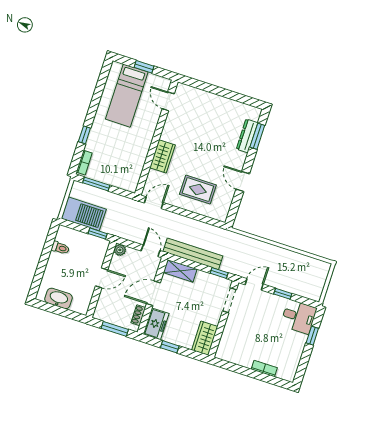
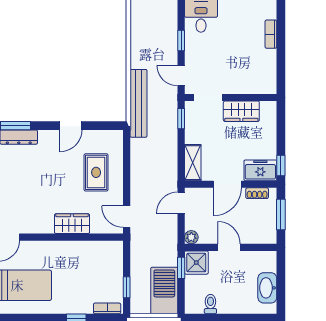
window: (96, 184) -> (127, 287), width x0.67
shower: (98, 247) -> (196, 263), added
bench: (193, 254) -> (139, 103), moved
door: (153, 293) -> (227, 184), hinge flipped
wardrobe: (205, 338) -> (241, 111), moved
window: (170, 347) -> (281, 166), moved

